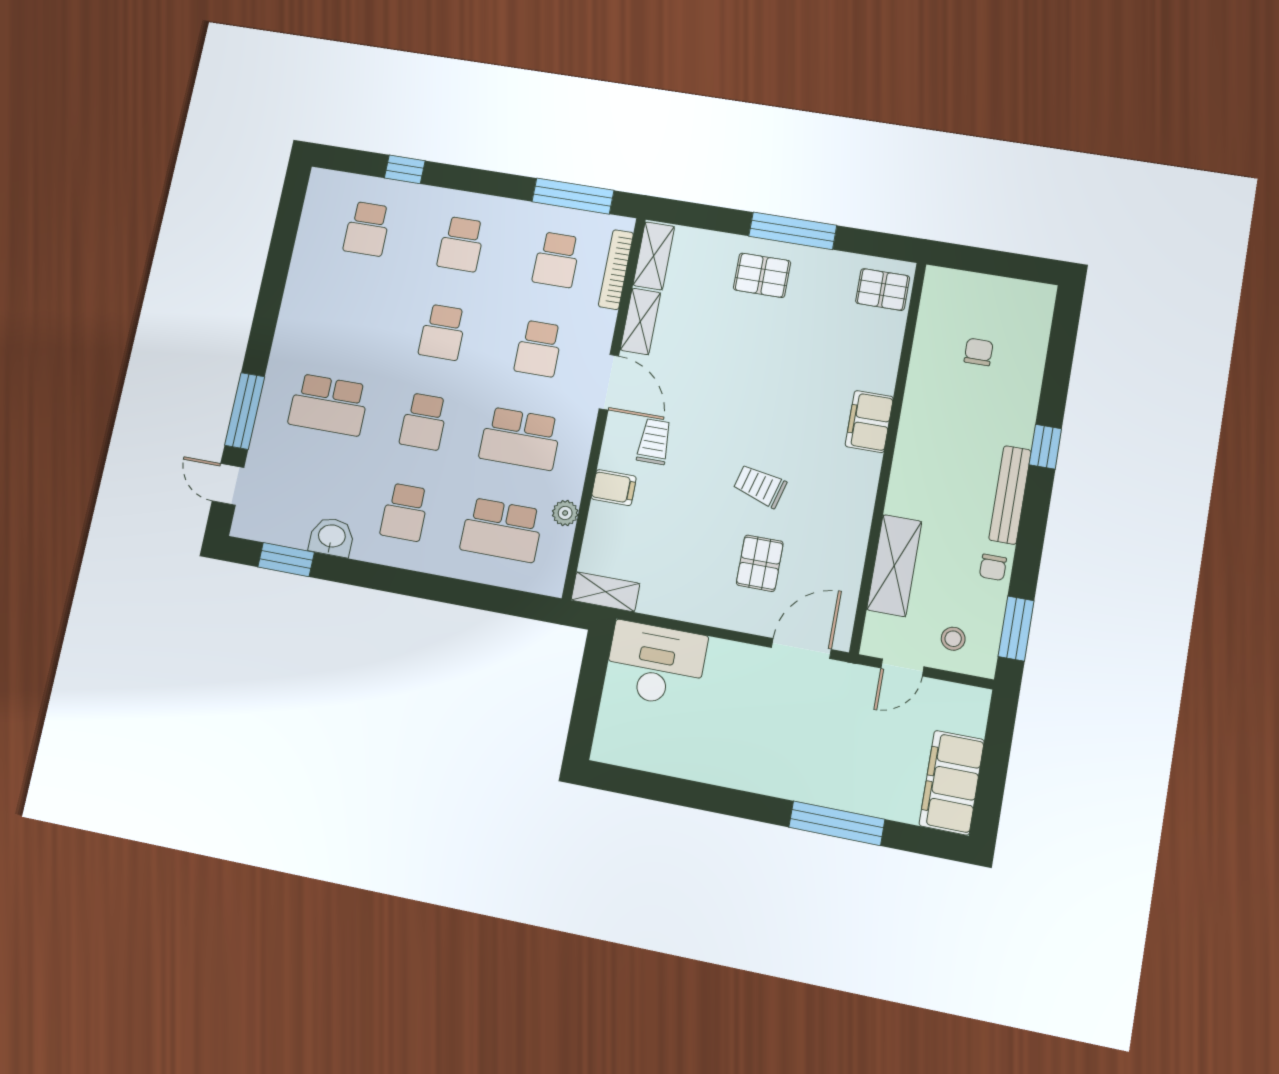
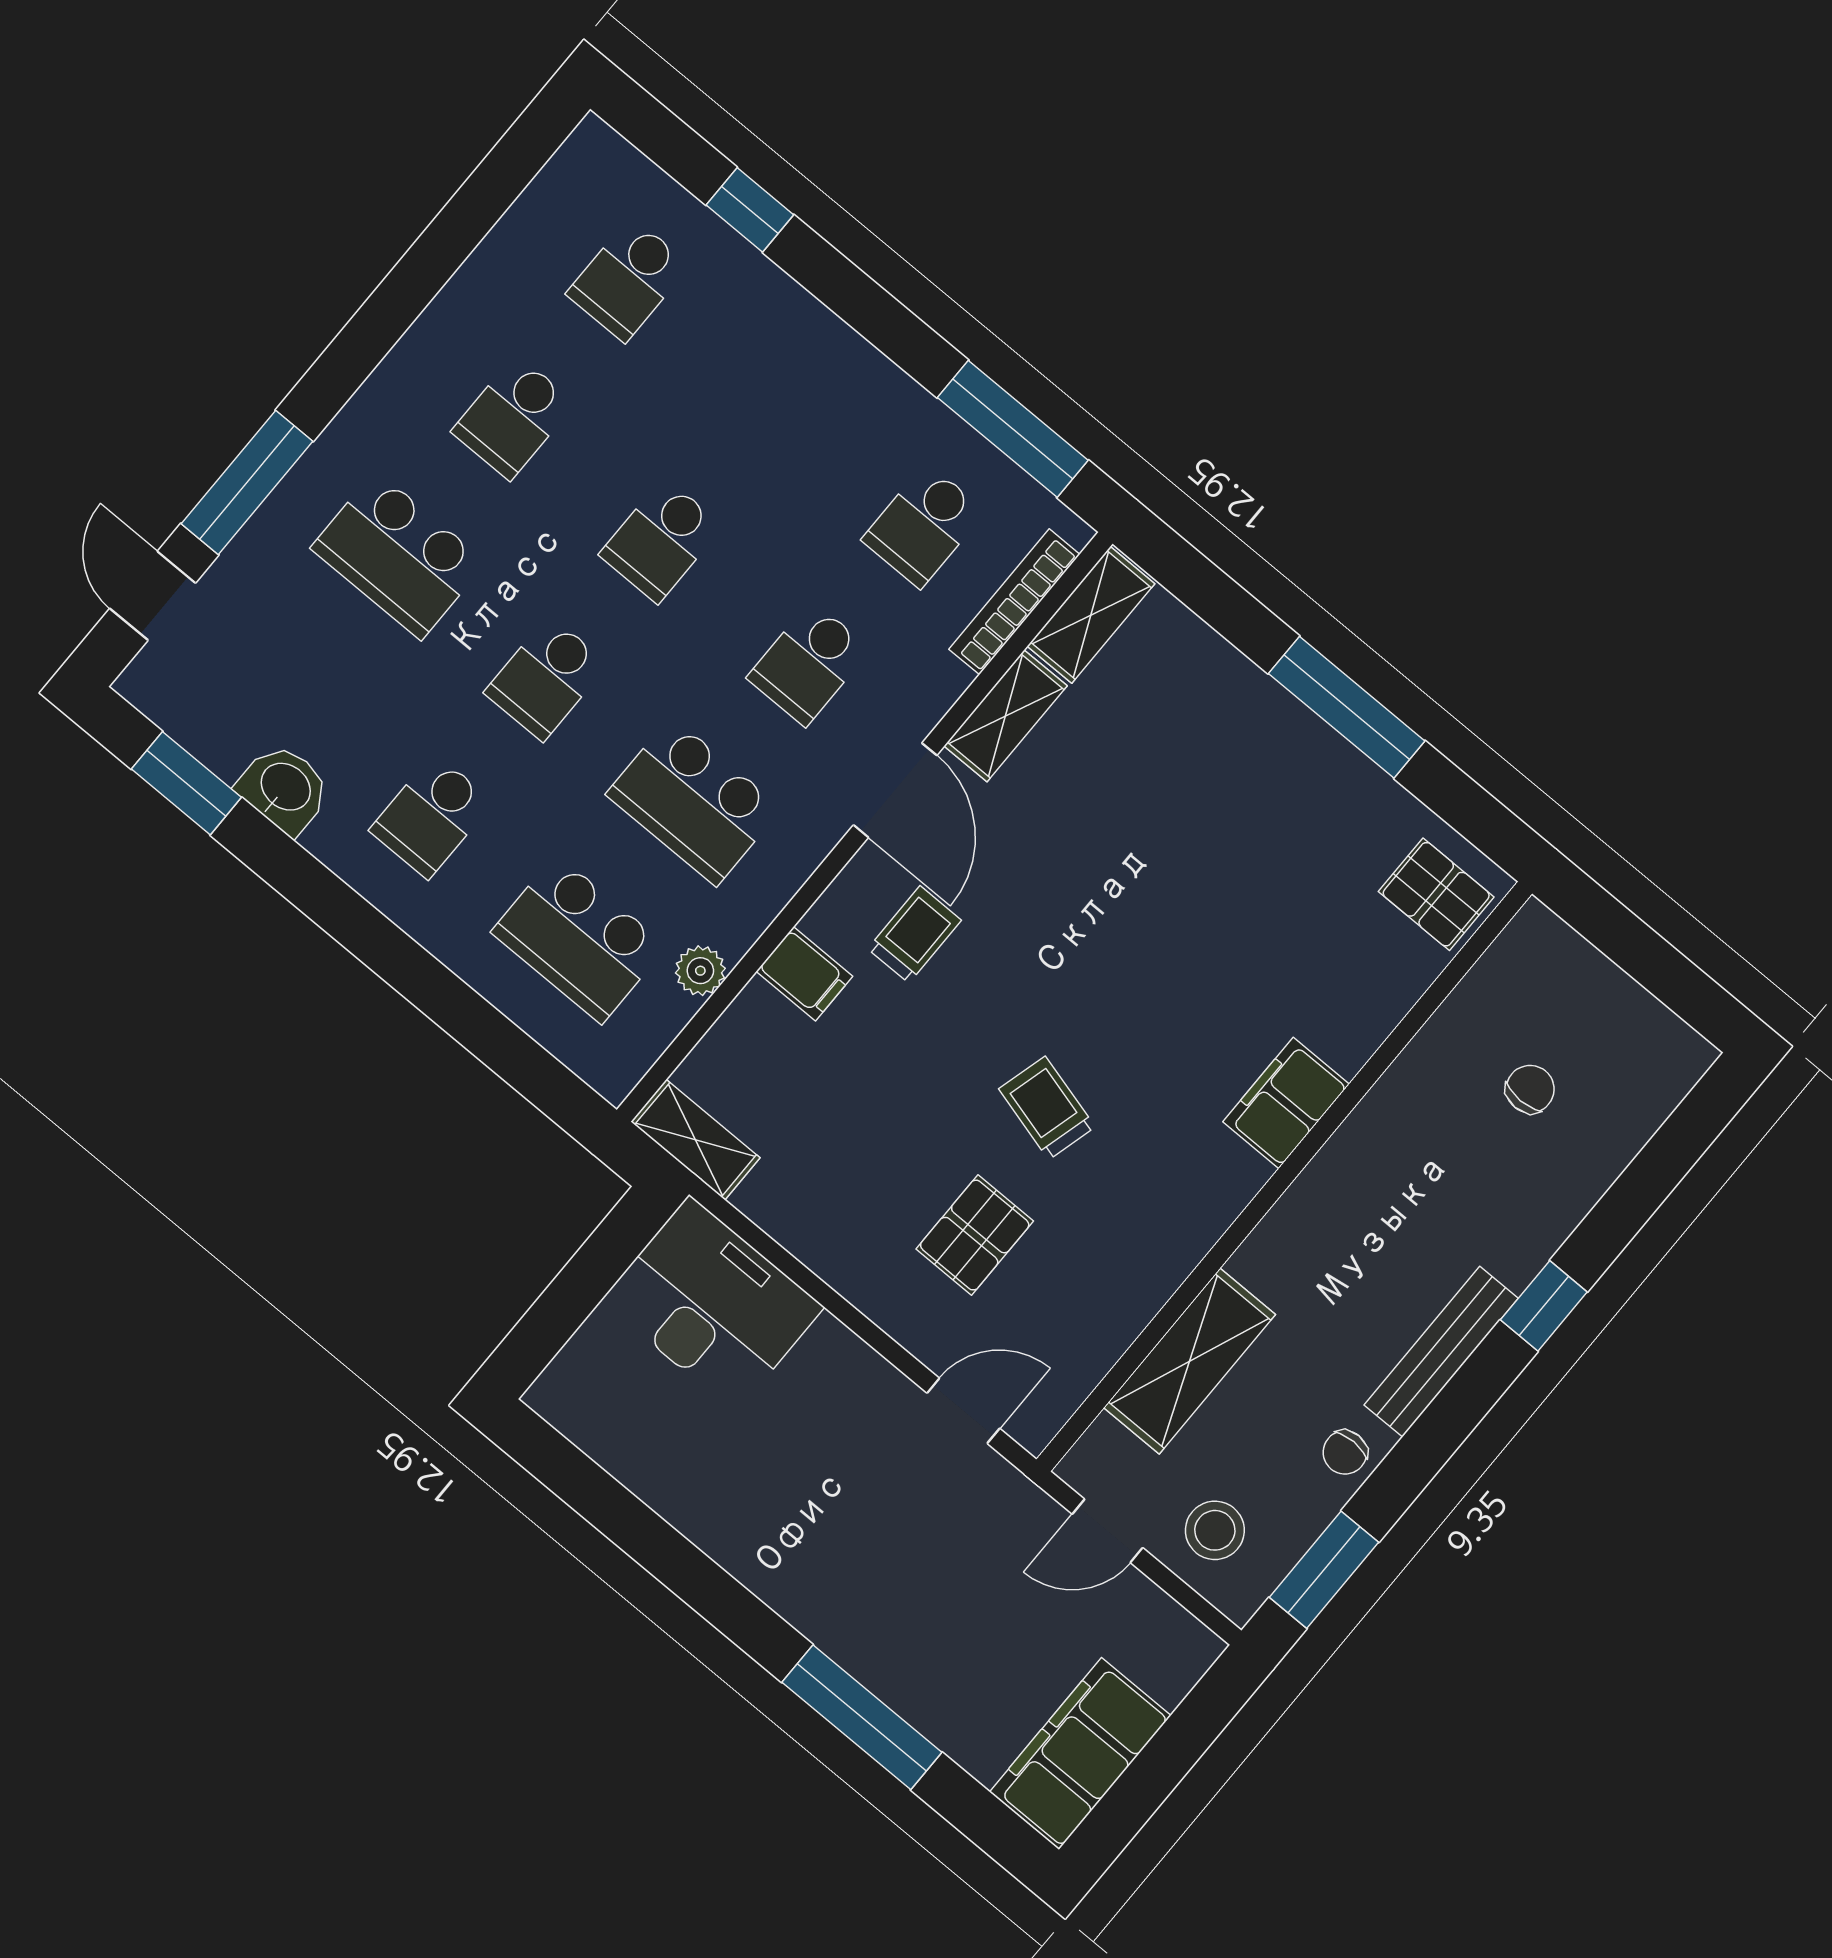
school desk: (461, 244) -> (513, 417), moved
pallet: (762, 275) -> (1252, 754), removed
stool: (953, 639) -> (1215, 1530), width x1.37, depth x1.37
door: (801, 648) -> (963, 1411), width x0.73

